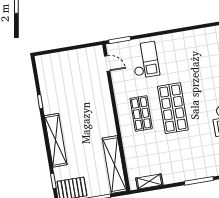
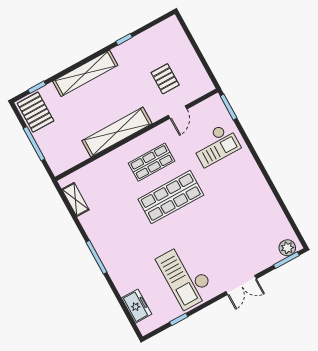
door: (107, 63) -> (178, 112), moved
pallet: (81, 81) -> (165, 79), added
shelving: (114, 165) -> (117, 132), moved

